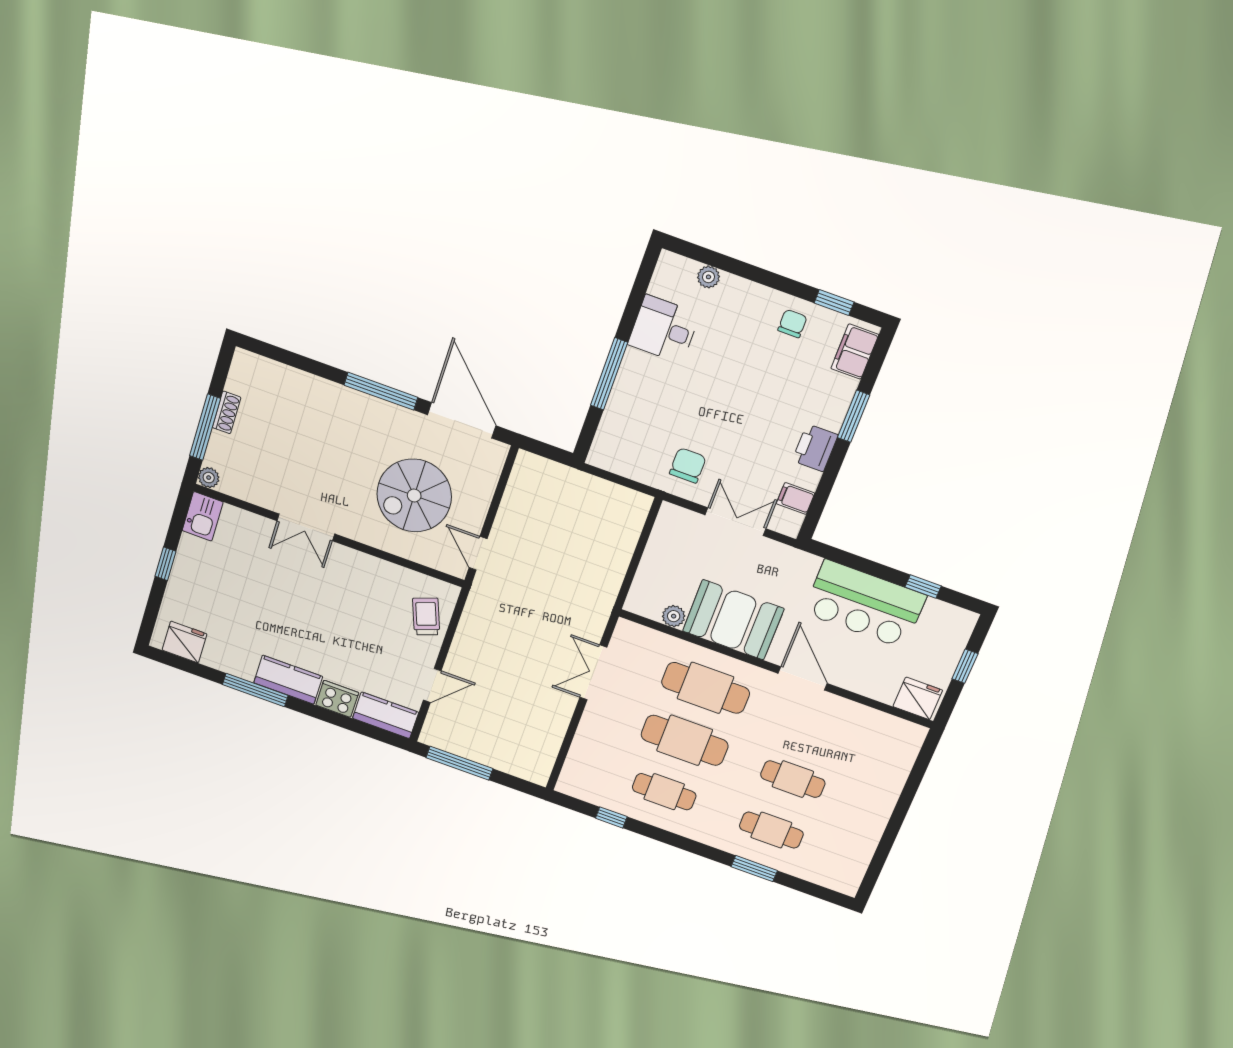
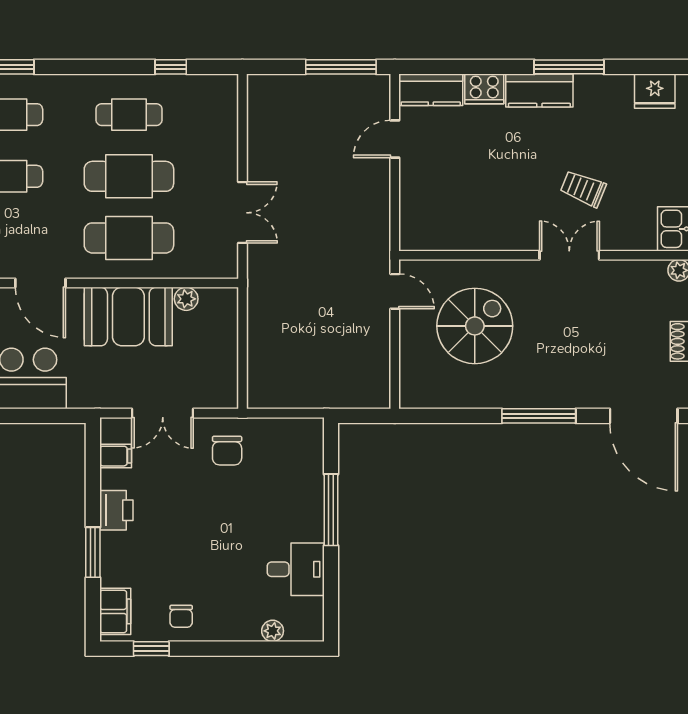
door: (462, 420) -> (644, 416), moved
trolley: (426, 617) -> (583, 189), moved, turned 133

